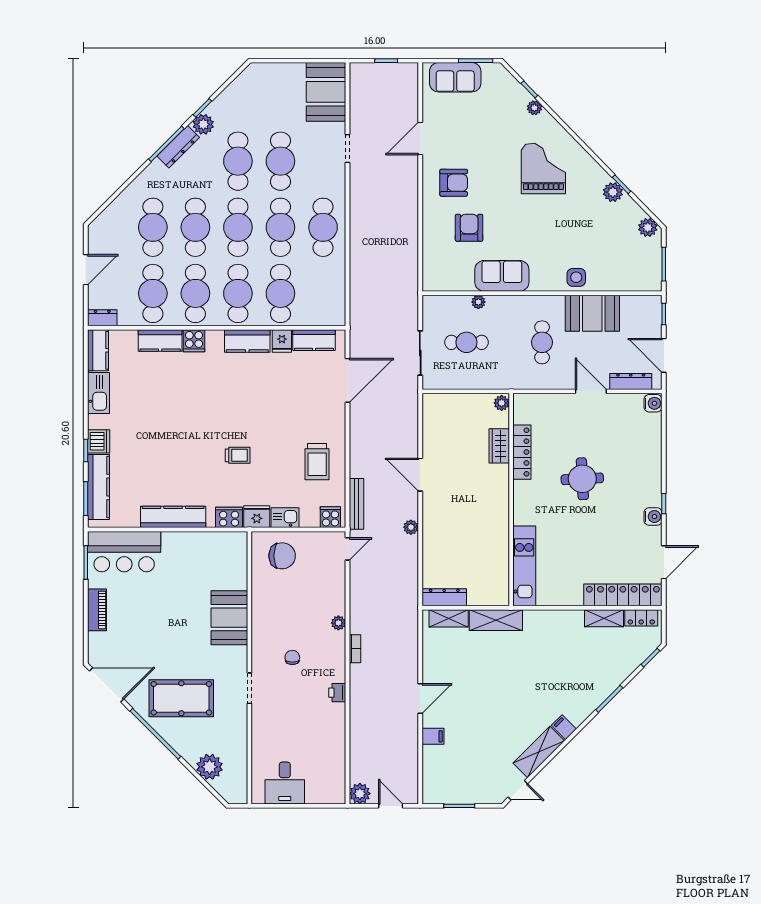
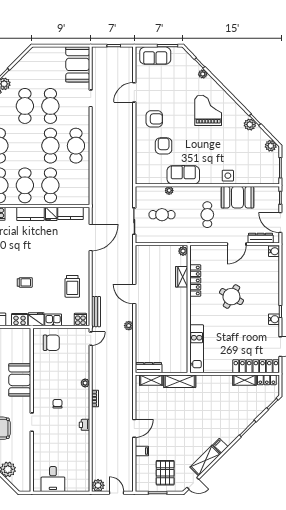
cafe table: (238, 227) -> (25, 146), removed
door: (591, 391) -> (237, 244), swing flipped
round table: (582, 479) -> (231, 297), turned 32
pallet: (472, 772) -> (165, 473), added

